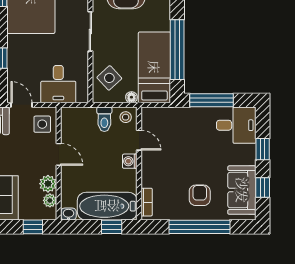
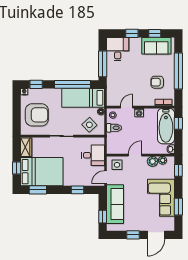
armchair: (200, 195) -> (157, 82), moved

